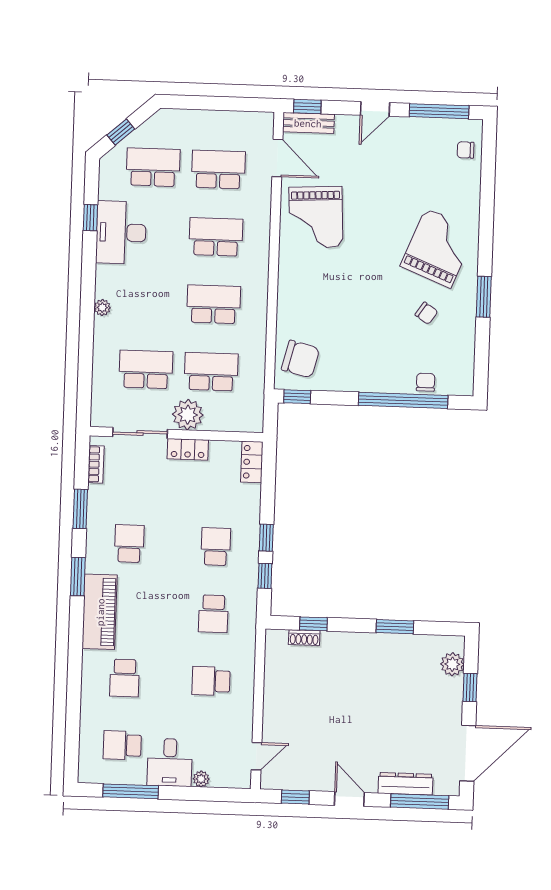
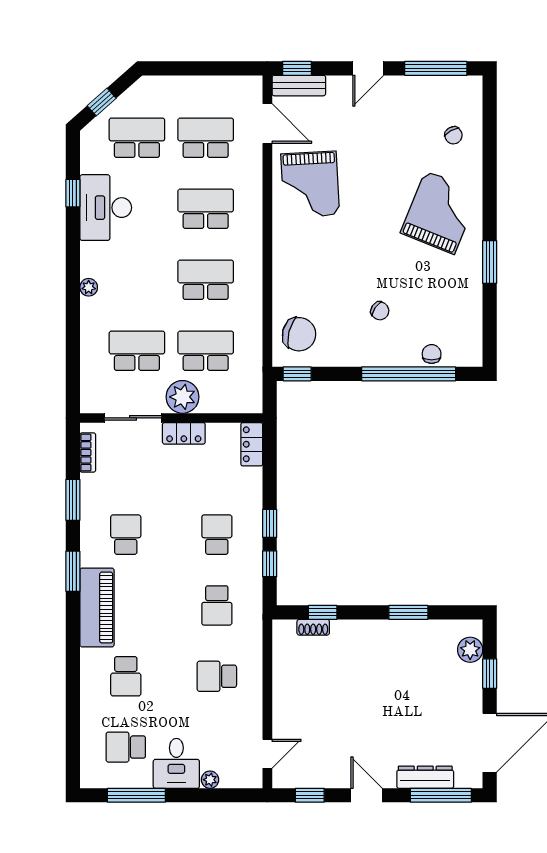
chair: (466, 150) -> (453, 135), moved, turned -119
chair: (426, 313) -> (380, 311), moved

